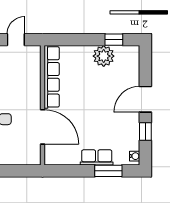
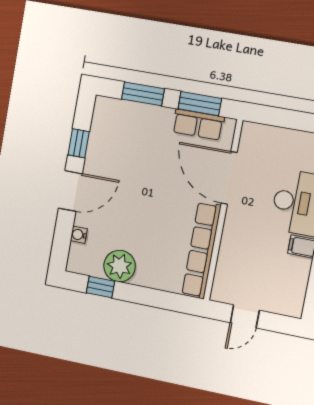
water cooler: (135, 156) -> (79, 235), moved
row of seats: (97, 157) -> (198, 124), moved
window: (70, 171) -> (200, 104), added

